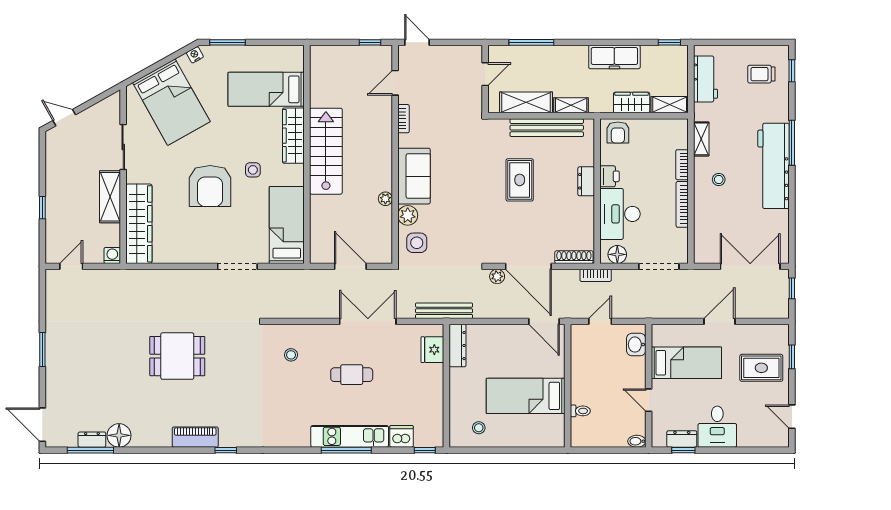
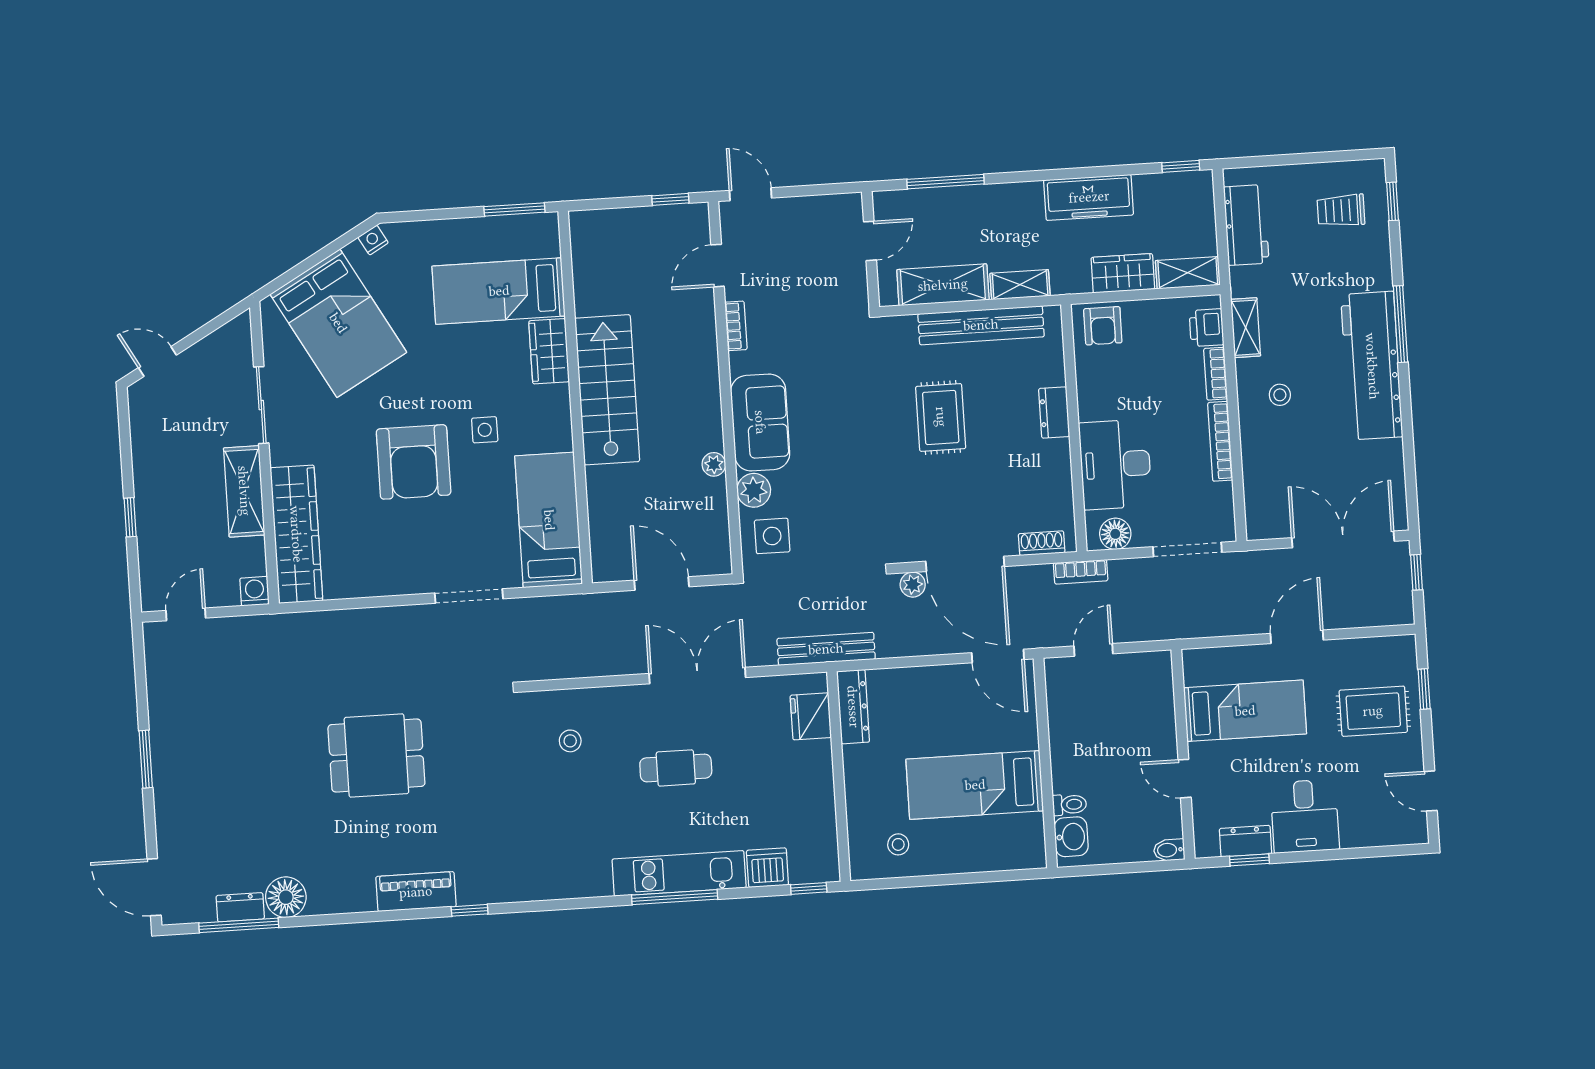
window: (228, 42) -> (514, 209), moved
wardrobe: (293, 136) -> (549, 351), width x0.67
printer: (609, 176) -> (1207, 328), moved, turned 180
shoe rack: (574, 257) -> (1042, 543), width x0.70
washbasin: (636, 345) -> (1071, 837), moved, turned 180

